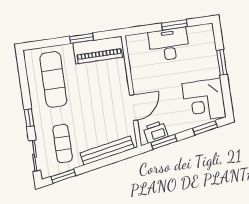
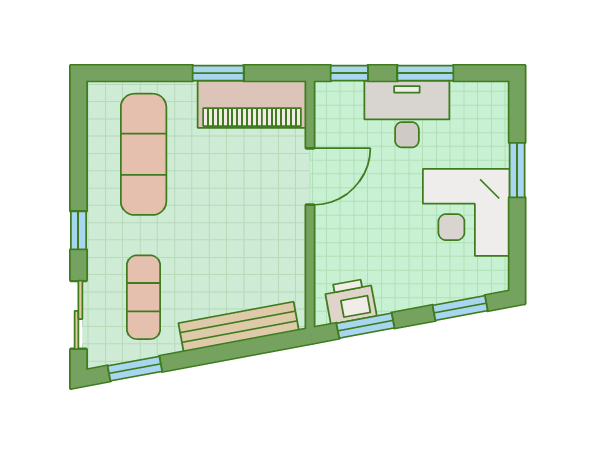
window: (140, 30) -> (349, 73), added
corner desk: (204, 100) -> (466, 212), moved
door: (134, 108) -> (310, 177), moved

